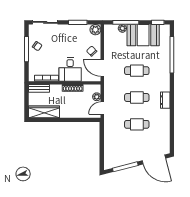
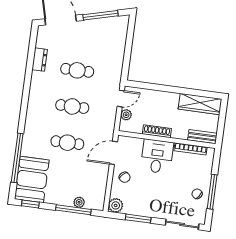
booth: (143, 35) -> (32, 179), moved, turned 90
door: (102, 68) -> (113, 153), swing flipped
dresser: (165, 100) -> (40, 60), moved

